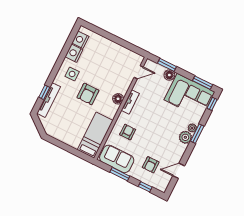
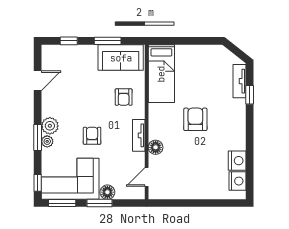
window: (167, 65) -> (99, 203), moved
side table: (72, 74) -> (227, 134), removed
floor lamp: (118, 99) -> (156, 147), moved
tv unit: (49, 100) -> (240, 81), width x0.71
armchair: (151, 165) -> (92, 136), moved

